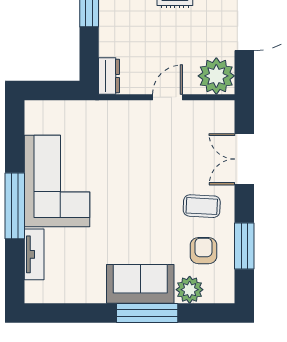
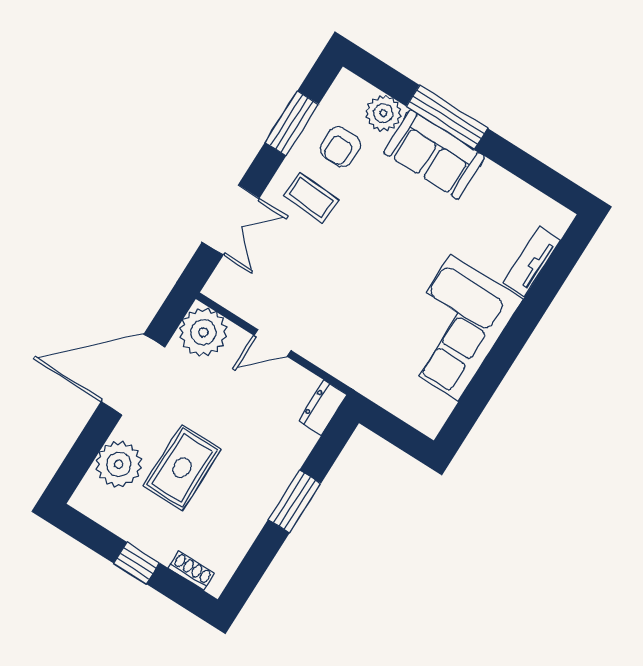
window: (15, 206) -> (519, 330), removed

